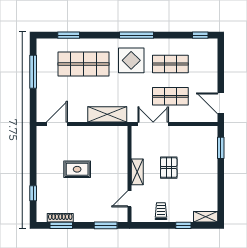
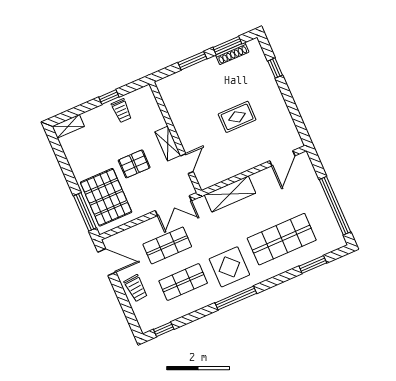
window: (33, 72) -> (335, 206), width x1.46
trolley: (208, 75) -> (136, 288), added
window: (221, 148) -> (85, 212), width x1.44
pallet: (200, 152) -> (106, 197), added
pallet: (169, 168) -> (134, 164), turned 90
door: (129, 199) -> (187, 164), moved
window: (106, 225) -> (192, 61), moved
window: (183, 225) -> (109, 97), moved

